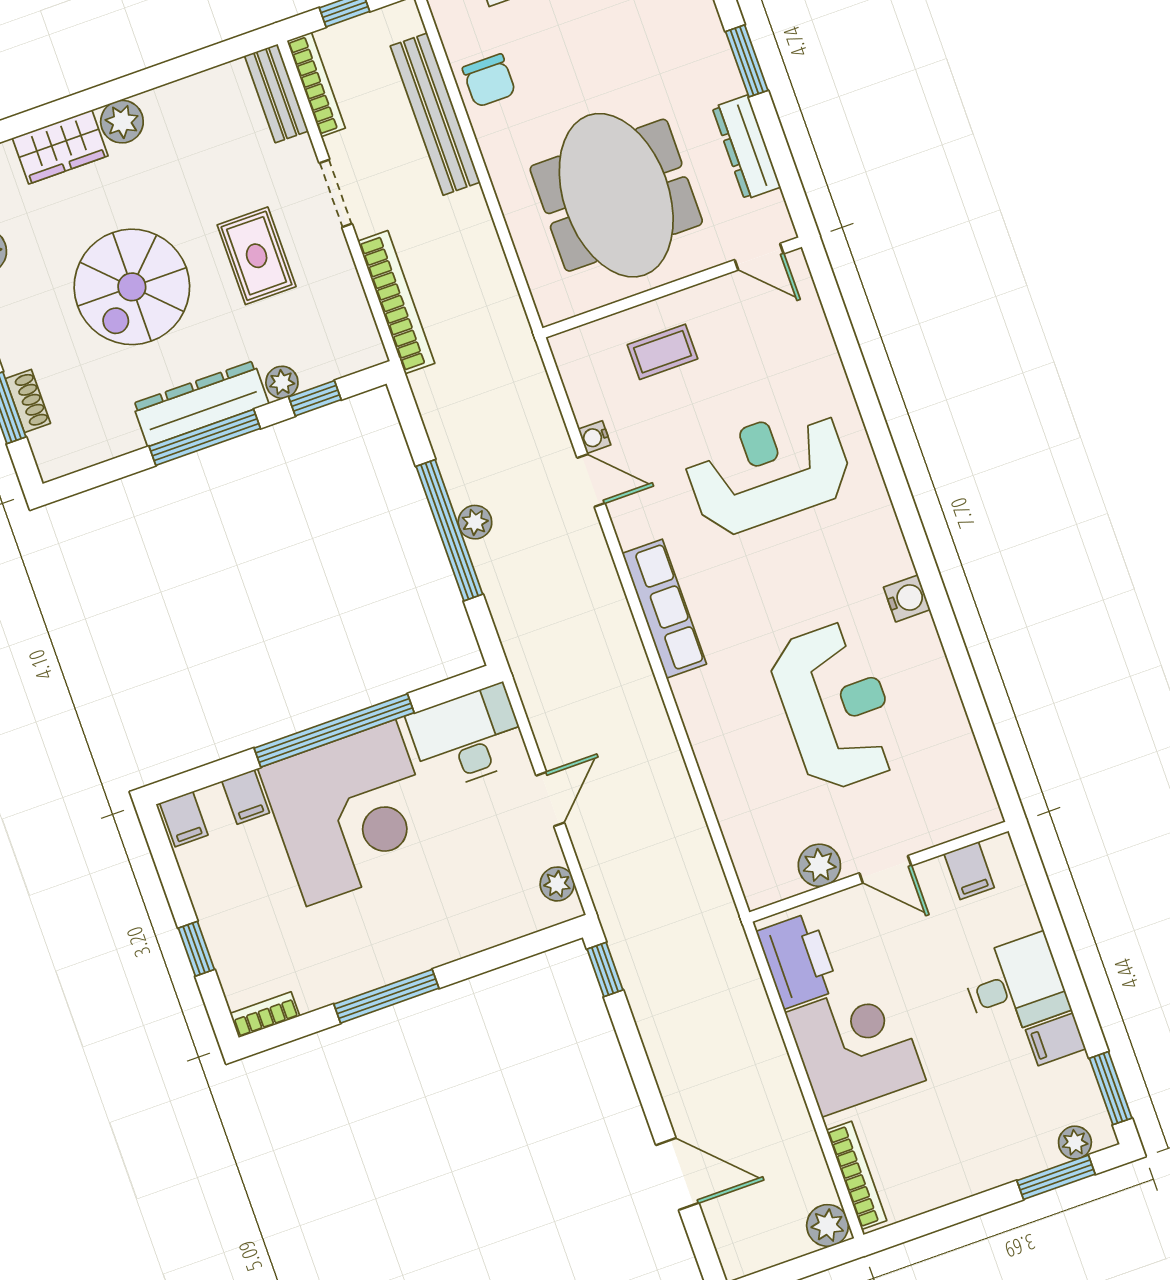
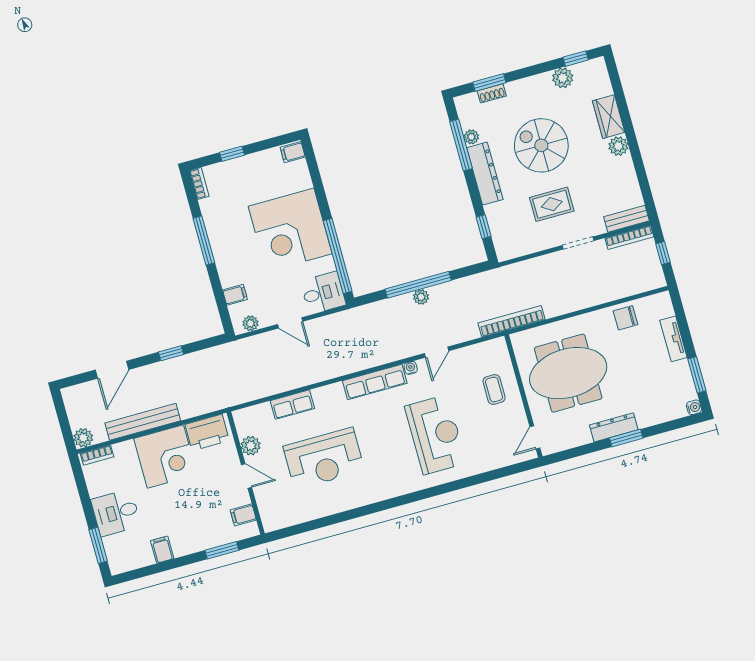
bench: (435, 114) -> (143, 422), moved
dresser: (746, 147) -> (614, 427), moved
bookcase: (396, 302) -> (512, 321), moved, turned 180
plant: (282, 382) -> (471, 137), moved
window: (205, 437) -> (461, 145), moved
water cooler: (594, 437) -> (411, 368), moved
water cooler: (907, 598) -> (372, 495), removed
window: (334, 730) -> (338, 256), moved
desk: (468, 738) -> (323, 293), width x0.73
row of seats: (725, 782) -> (292, 405), added
filing cabinet: (246, 797) -> (235, 295), moved, turned 180
door: (885, 869) -> (247, 476), swing flipped
window: (605, 970) -> (171, 353), moved
desk: (1015, 985) -> (116, 513), moved, turned 90
window: (1111, 1088) -> (222, 550), moved
plant: (1075, 1143) -> (114, 555), removed
bookcase: (857, 1175) -> (97, 455), width x0.64

